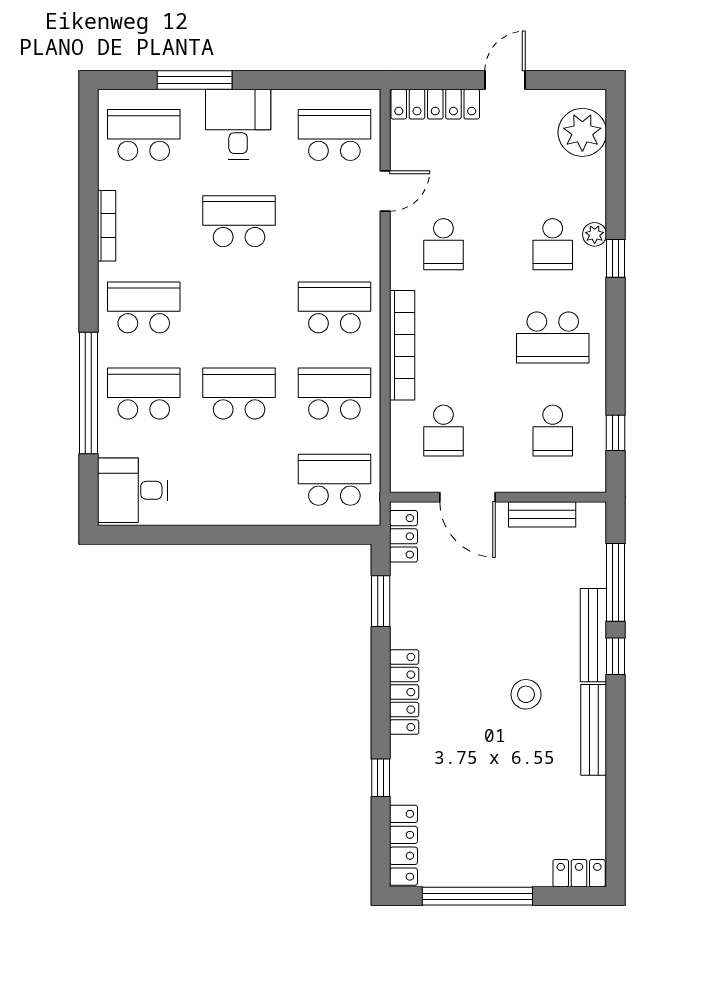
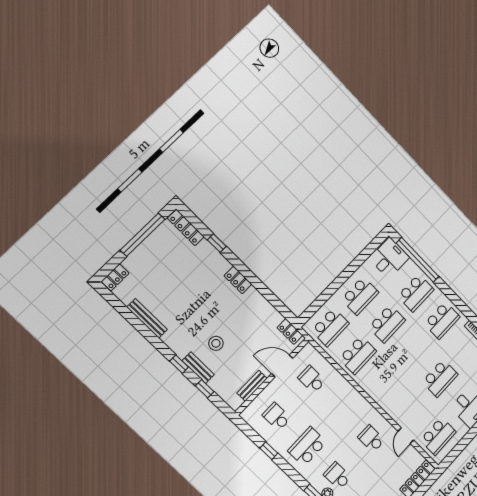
school desk: (334, 307) -> (360, 296), moved
bookcase: (402, 345) -> (352, 393), removed
window: (88, 393) -> (418, 260), moved
window: (616, 433) -> (269, 451), moved
window: (616, 582) -> (205, 389), width x0.46
window: (381, 601) -> (276, 303), removed
bench: (593, 635) -> (198, 368), width x0.73
locker: (404, 692) -> (238, 280), width x0.66
stool: (526, 694) -> (216, 343), moved
bench: (594, 730) -> (147, 318), moved

